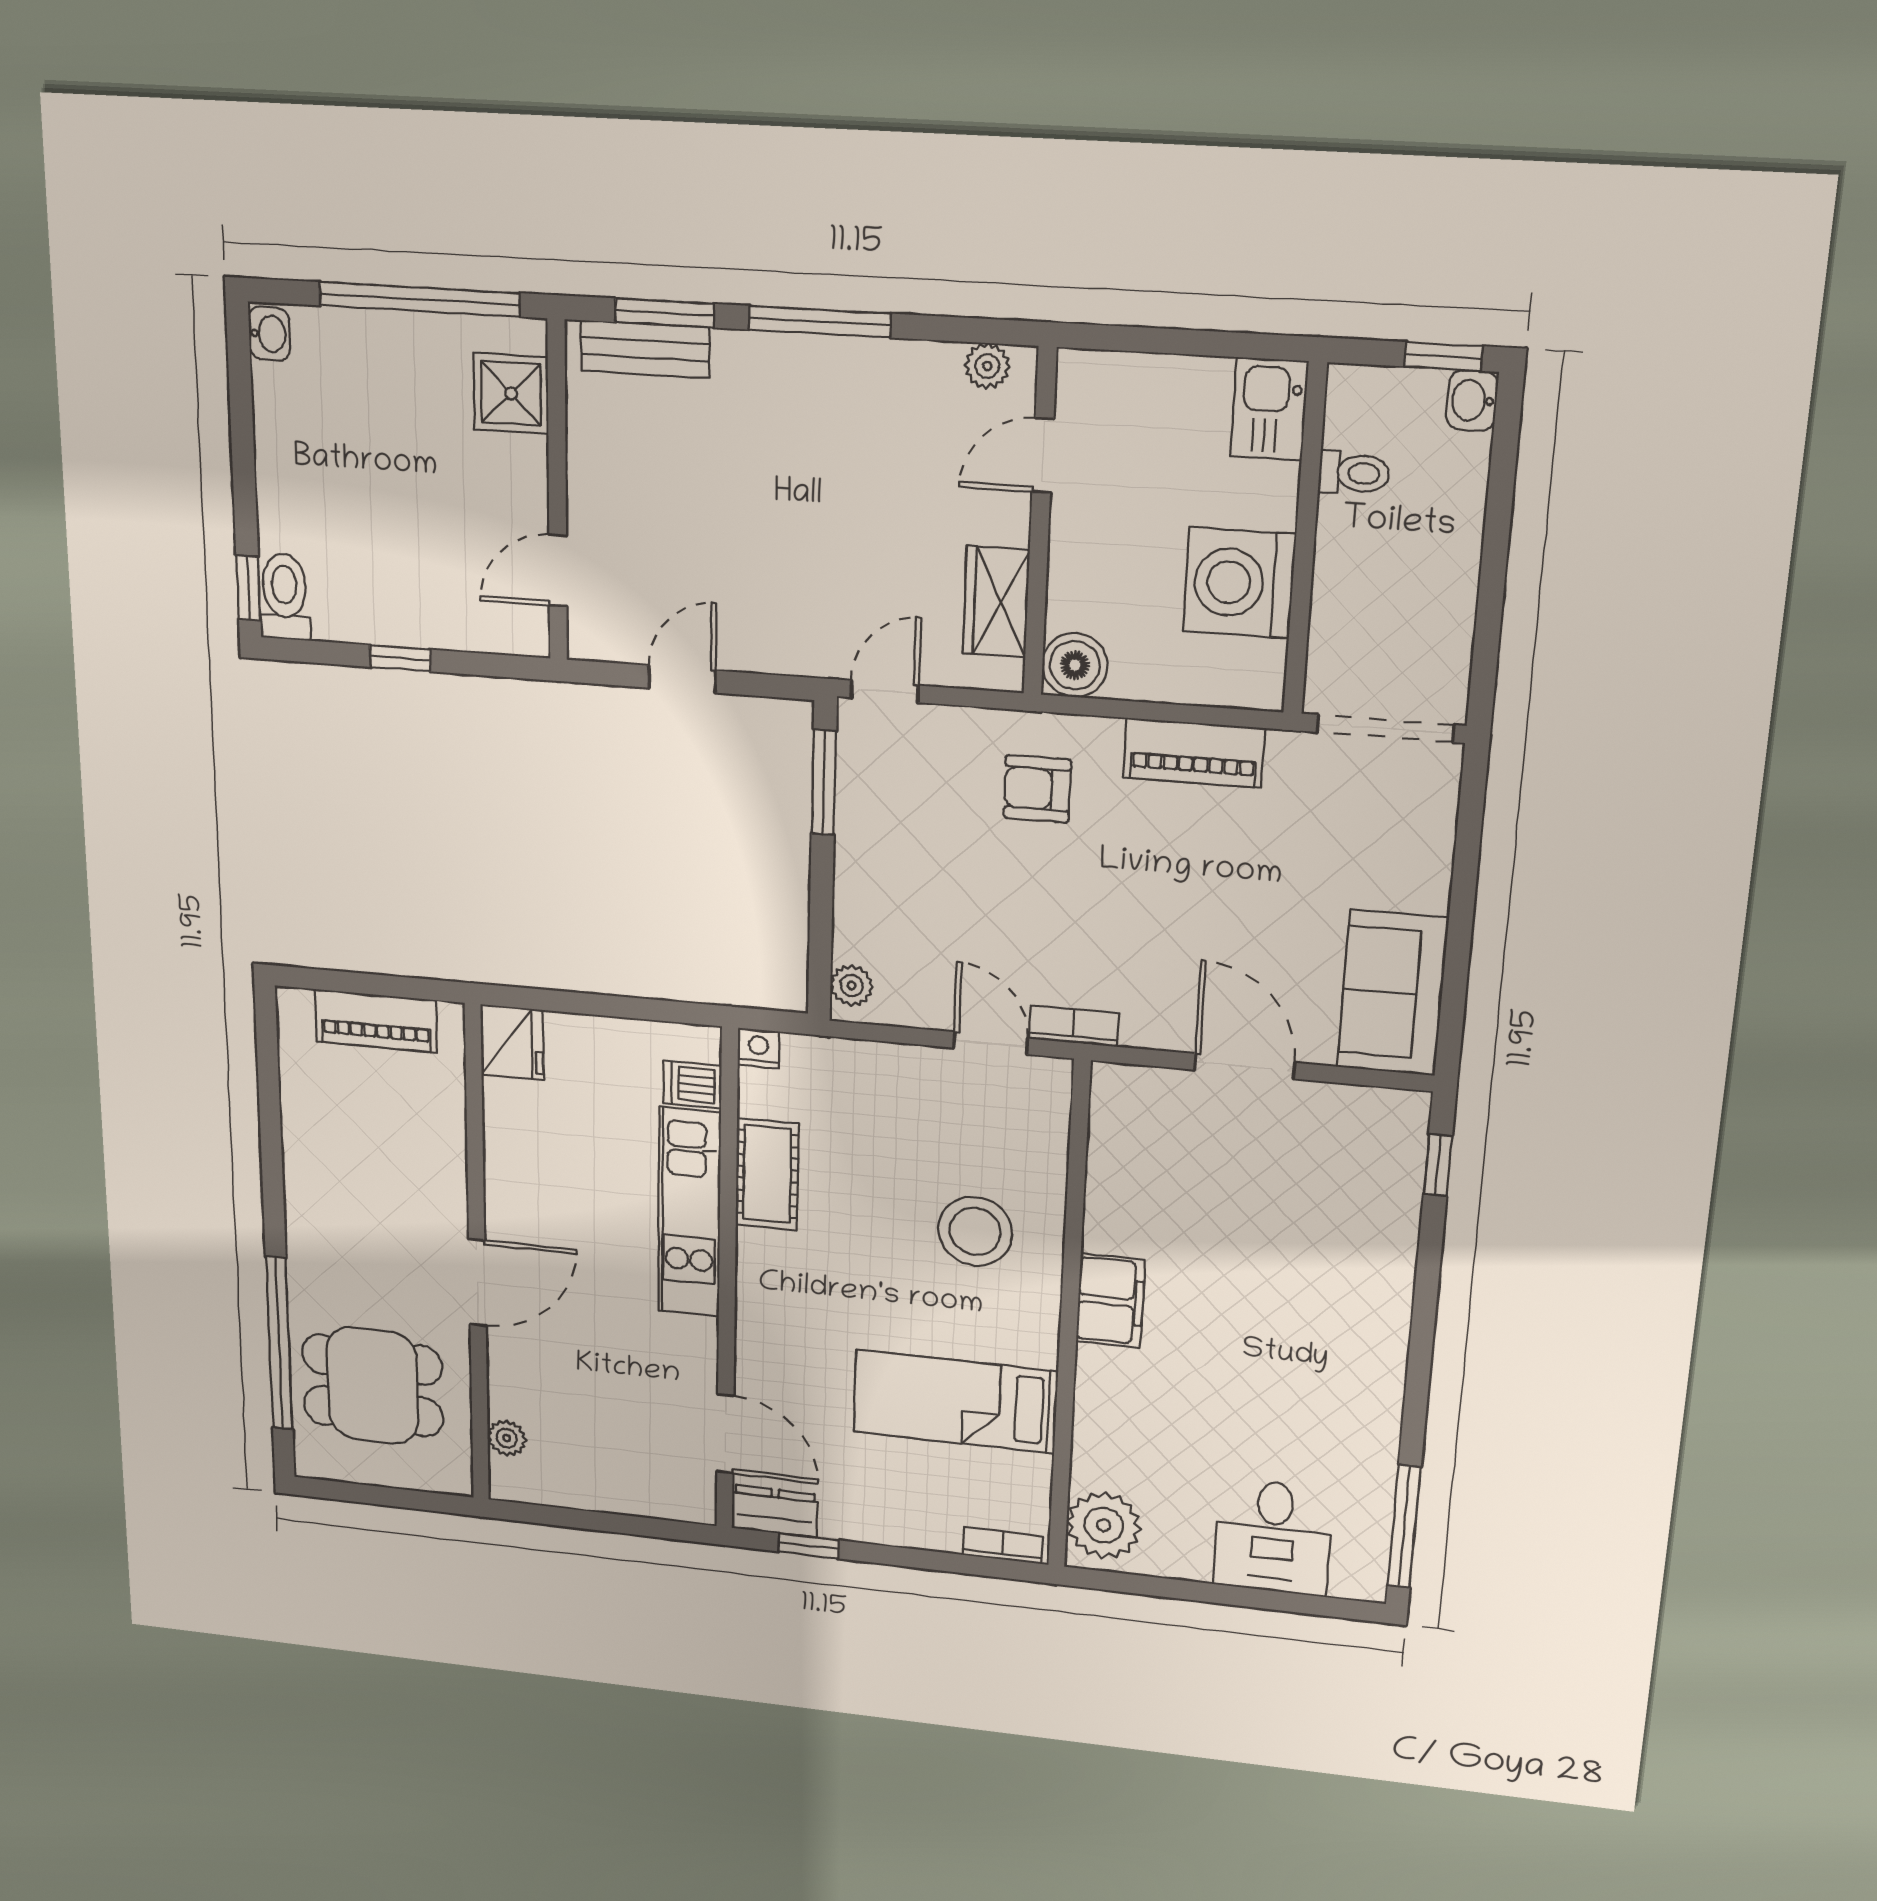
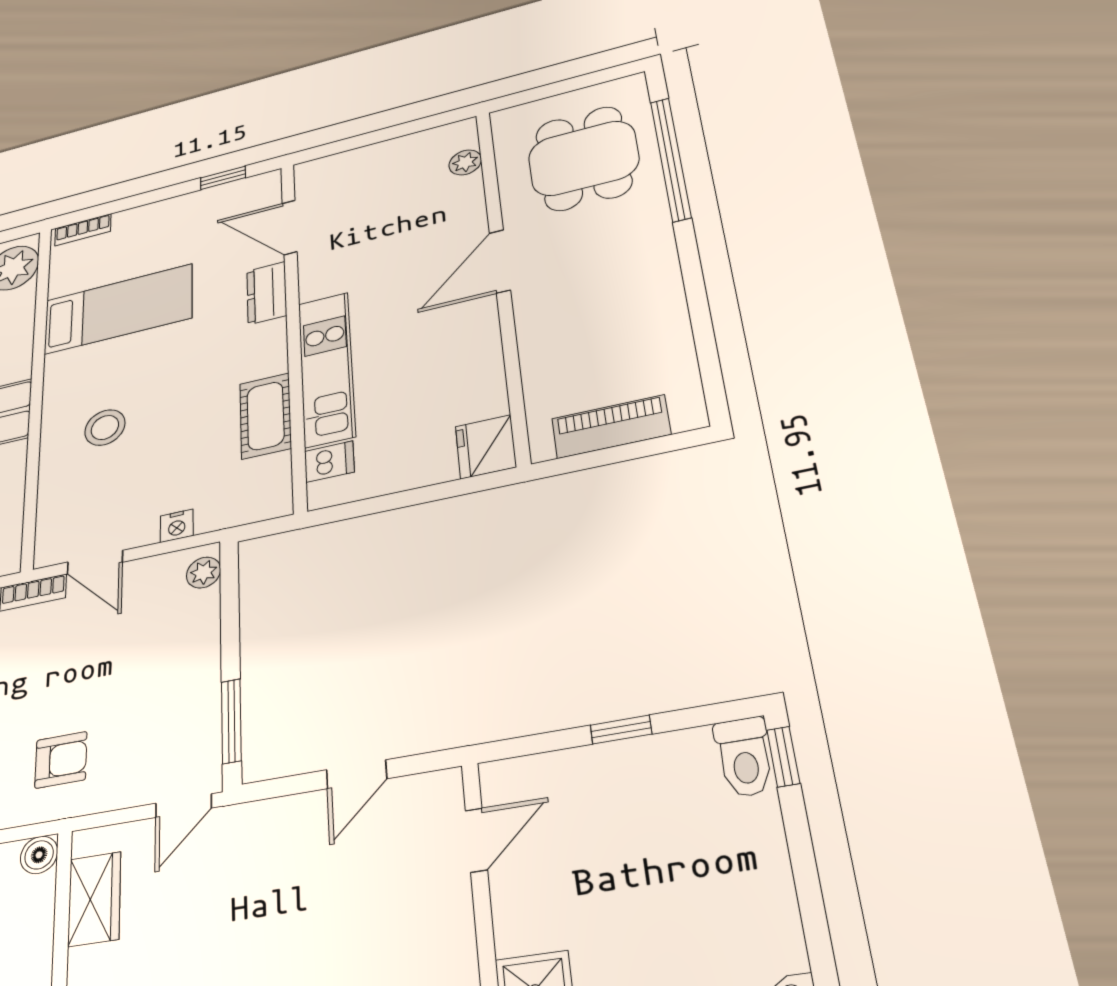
boiler: (1075, 665) -> (39, 855), width x0.73, depth x0.73
nightstand: (758, 1048) -> (177, 526), moved
stool: (975, 1231) -> (105, 428), width x0.73, depth x0.73
dining table: (373, 1385) -> (583, 158), turned 90
dresser: (775, 1511) -> (267, 293), moved, turned 90

